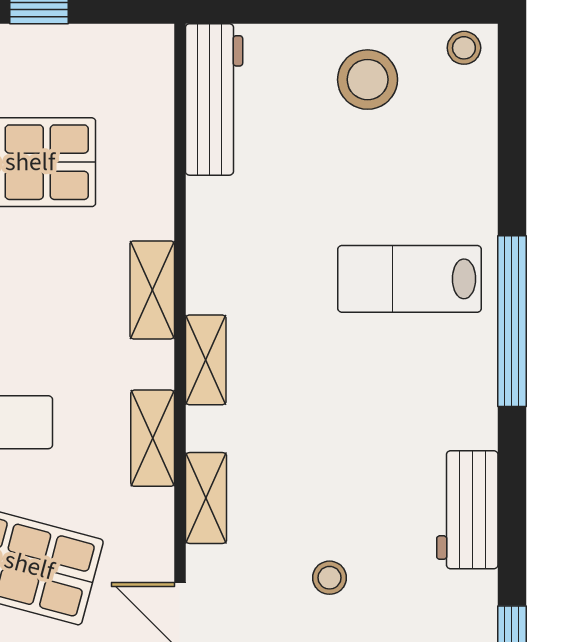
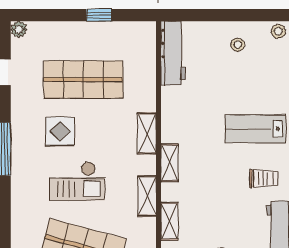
stool: (368, 80) -> (238, 45), width x0.53, depth x0.53
trolley: (429, 397) -> (264, 179), added

